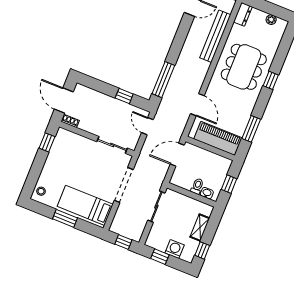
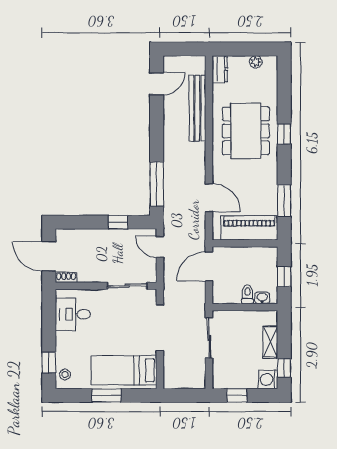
window: (47, 142) -> (49, 363), moved
desk: (64, 150) -> (73, 314), added
window: (123, 242) -> (187, 395), removed
washing machine: (175, 249) -> (268, 379), moved, turned -90

